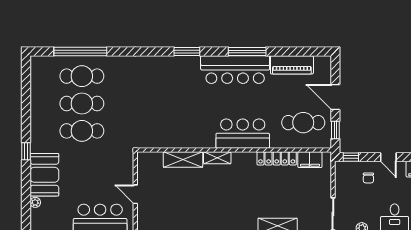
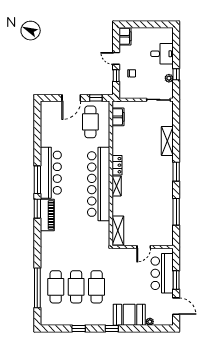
window: (247, 52) -> (37, 180), moved
piano: (292, 65) -> (47, 215), moved
window: (26, 107) -> (79, 329), added
bar counter: (243, 134) -> (99, 184), width x1.86
window: (351, 157) -> (116, 76), moved
door: (388, 157) -> (116, 58), swing flipped
locker: (277, 158) -> (117, 165), moved, width x0.66
shelving: (183, 160) -> (118, 231), moved

